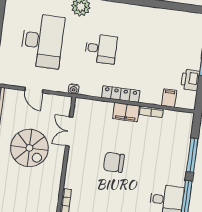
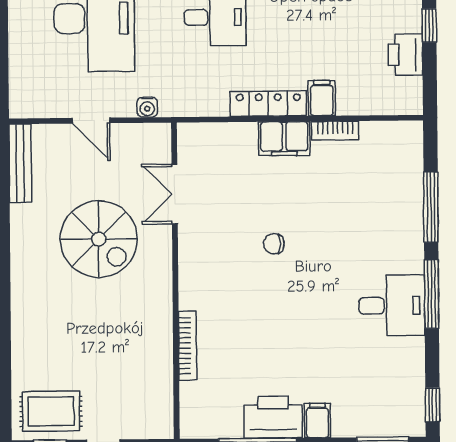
water cooler: (74, 89) -> (147, 107), moved
filing cabinet: (169, 98) -> (322, 98), moved
chair: (114, 162) -> (274, 244), width x0.54, depth x0.54

